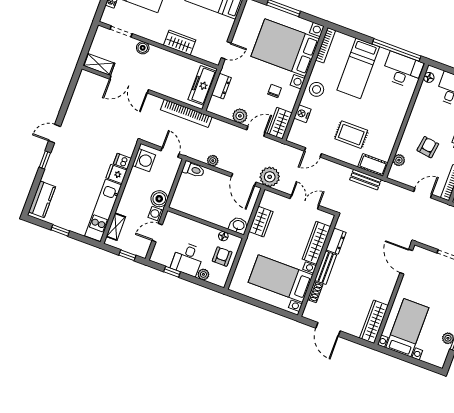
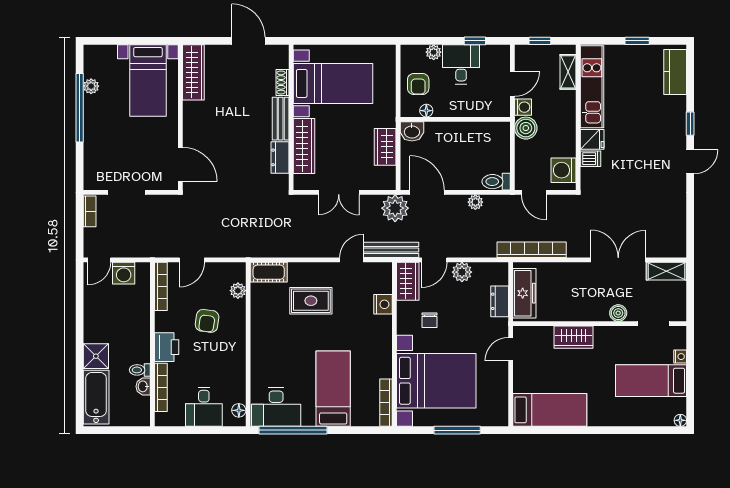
stool: (317, 89) -> (377, 342), removed
bench: (365, 180) -> (391, 250), moved, width x1.36

